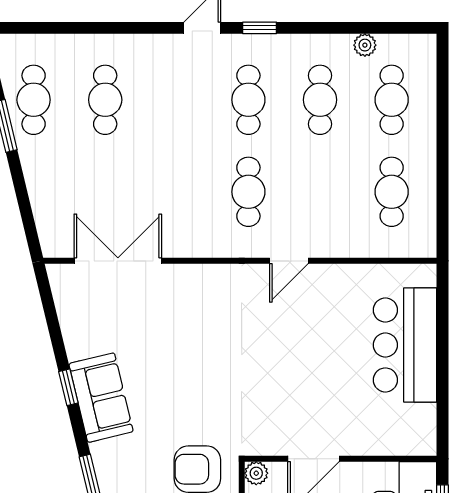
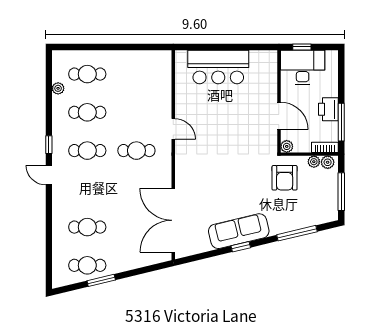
cafe table: (392, 192) -> (136, 74), removed
double door: (118, 261) -> (173, 220), width x1.36
sofa: (101, 398) -> (239, 231), width x1.36

